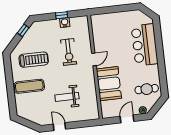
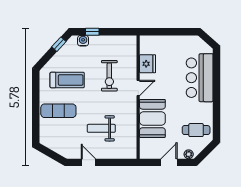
window: (62, 15) -> (92, 32), moved
water cooler: (65, 23) -> (83, 41), moved
fridge: (99, 38) -> (147, 64), added

